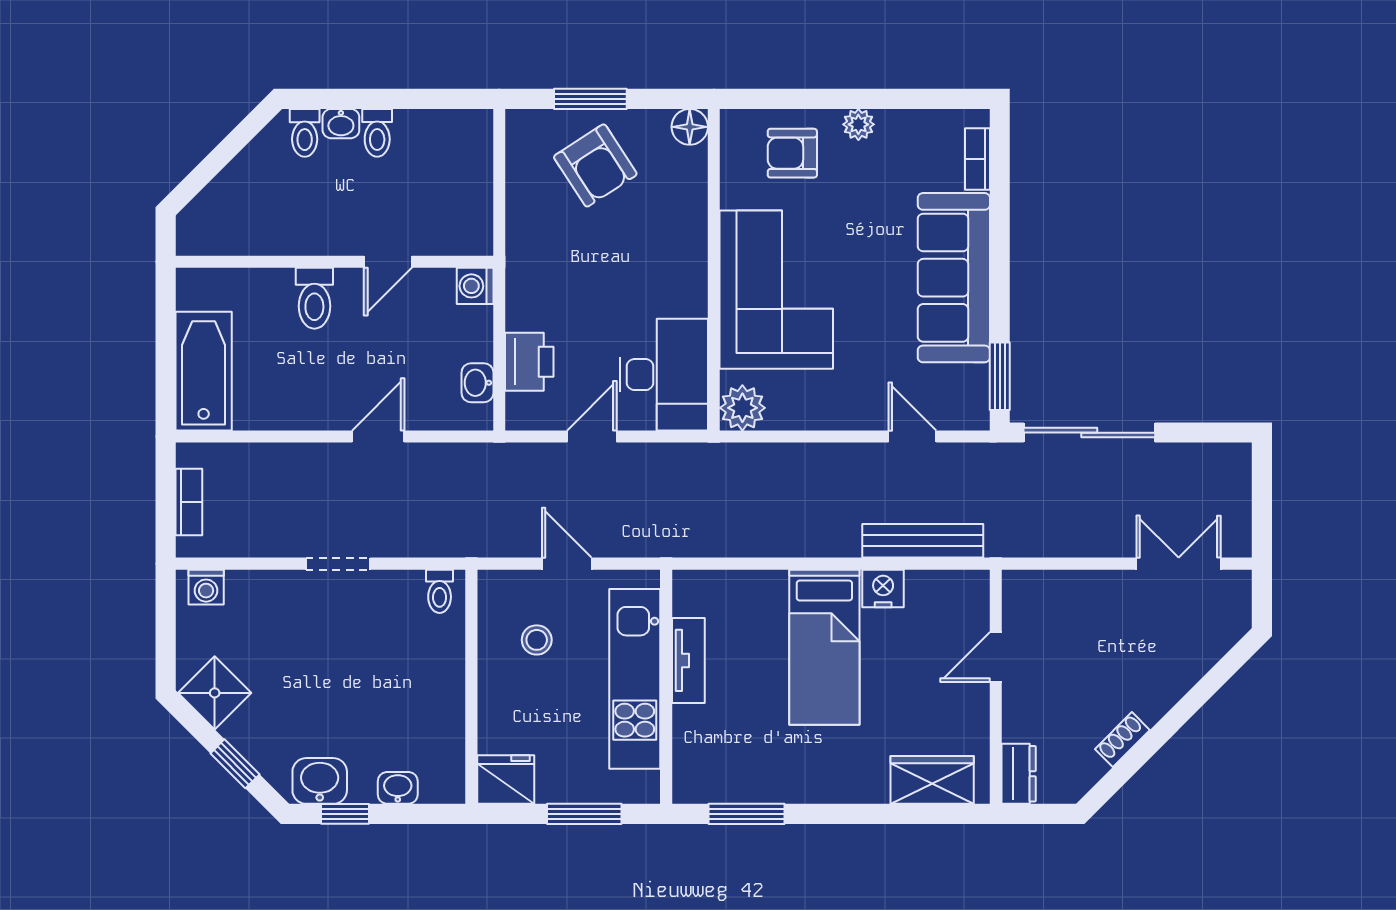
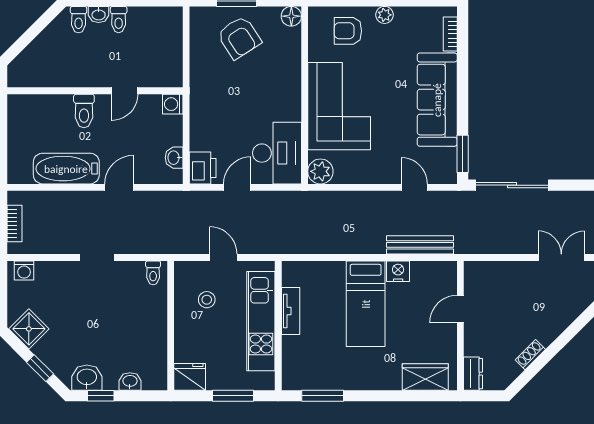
printer: (529, 362) -> (203, 168), moved
bathtub: (204, 371) -> (66, 169), moved, turned -90

